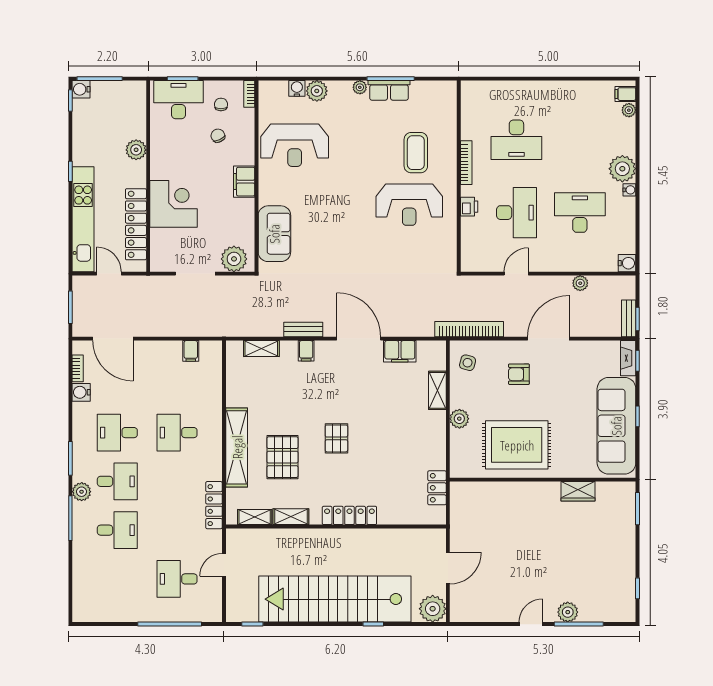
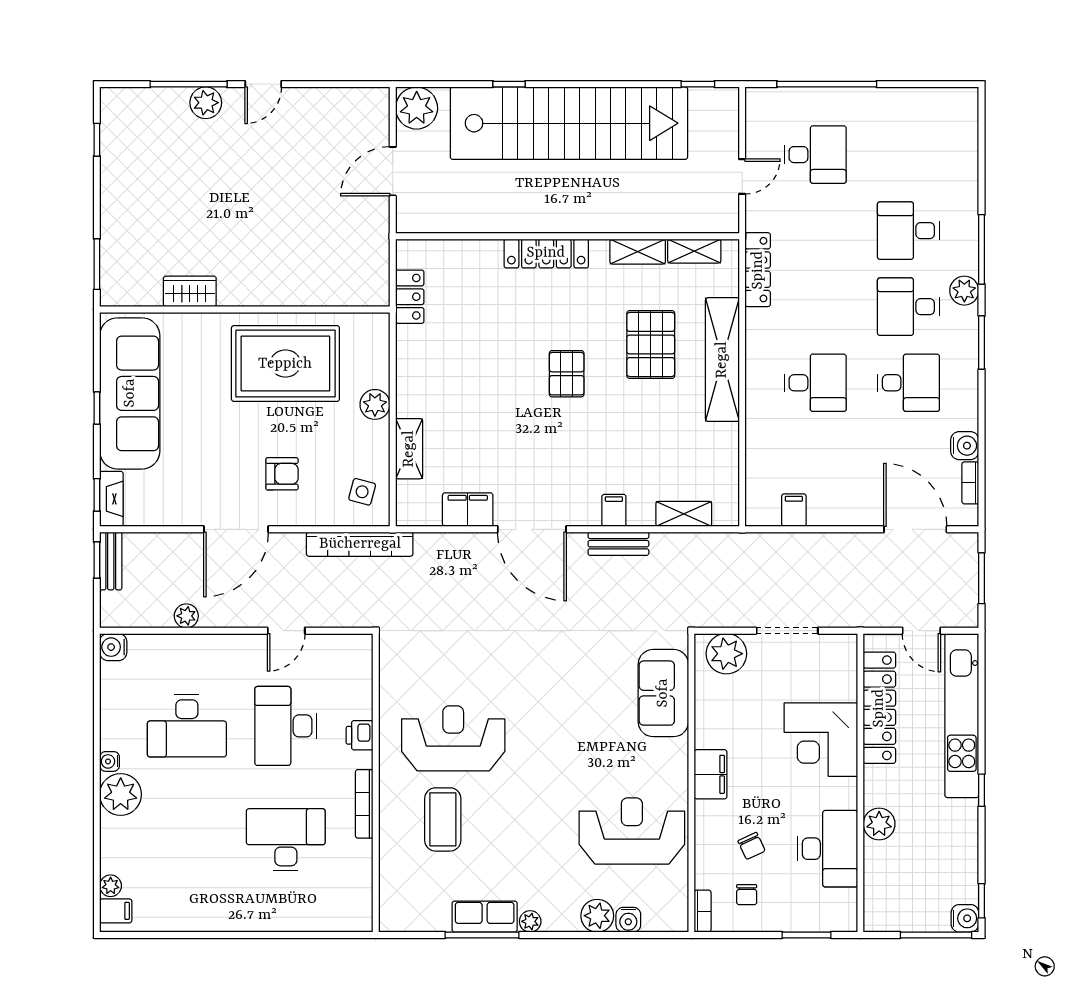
desk: (178, 100) -> (828, 849), moved, turned -90

